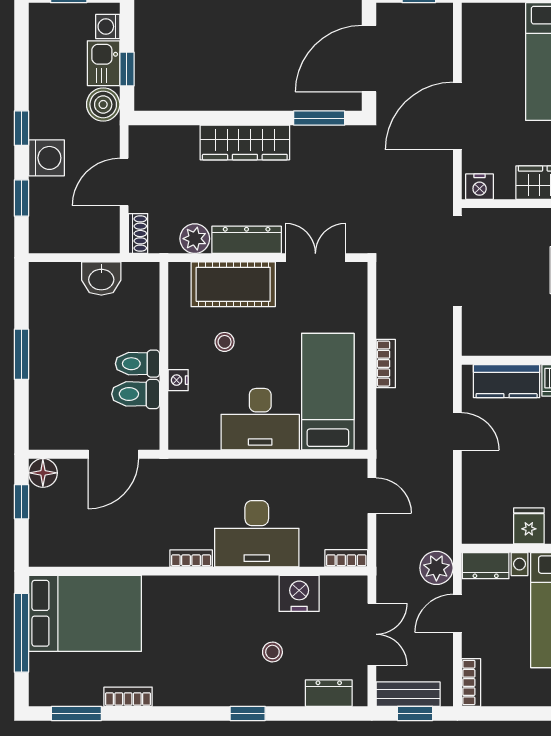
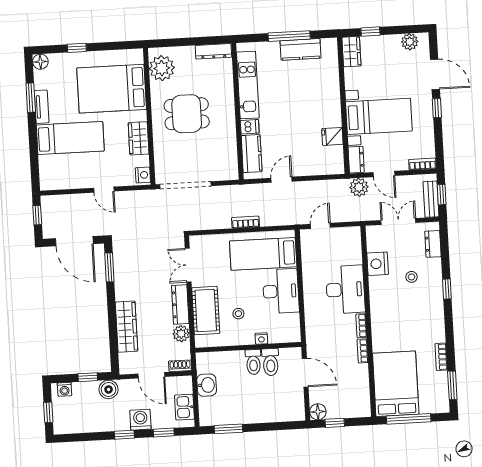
kitchen sink: (104, 63) -> (184, 407), moved, turned 90
door: (457, 116) -> (104, 190), width x0.53
wardrobe: (245, 143) -> (126, 327), moved
window: (21, 354) -> (228, 429), moved
bookcase: (346, 558) -> (363, 351), moved

